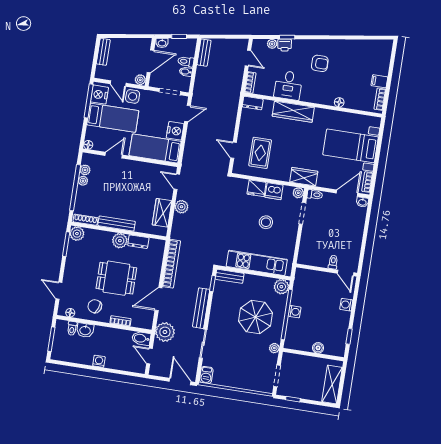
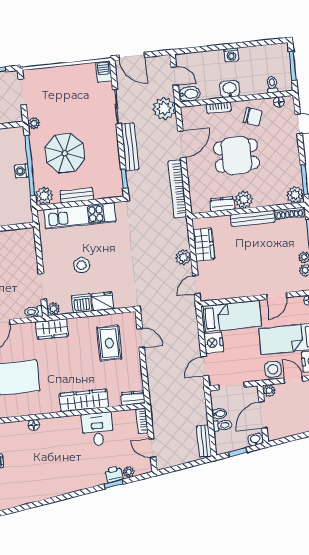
armchair: (320, 63) -> (68, 464), removed
door: (177, 182) -> (196, 285), swing flipped
bench: (230, 276) -> (77, 195), moved
washbasin: (85, 330) -> (230, 89), moved

